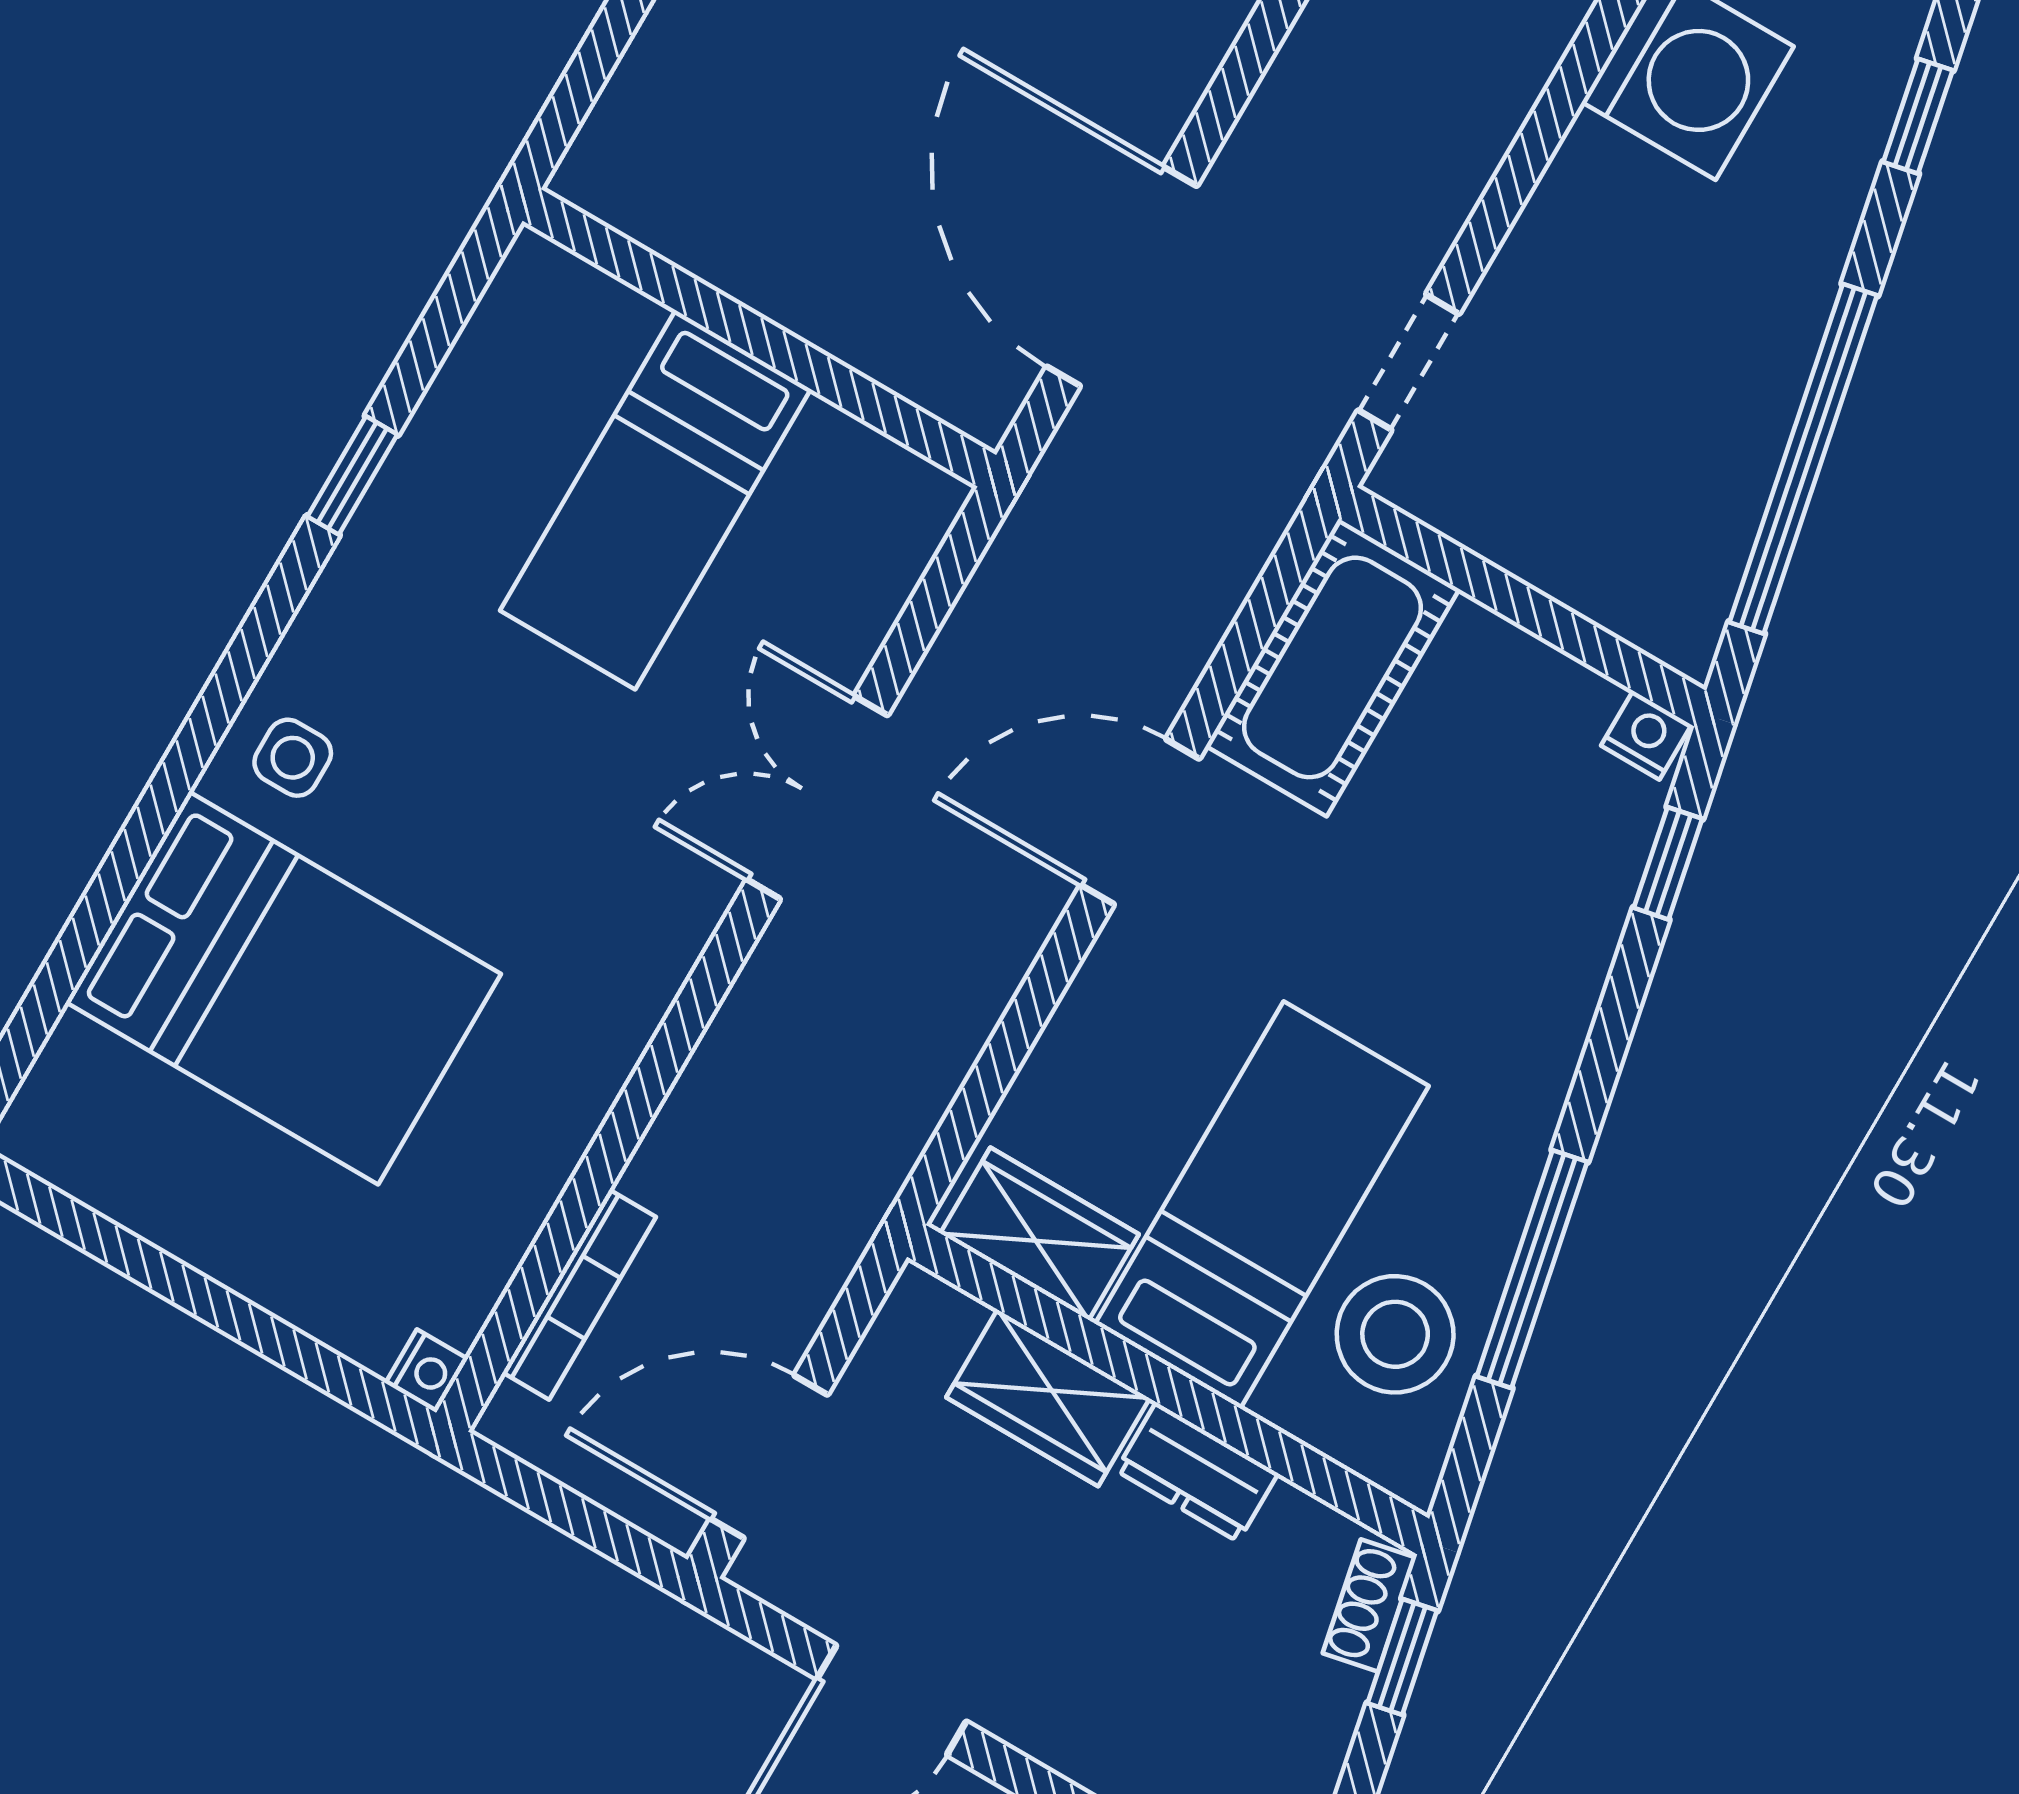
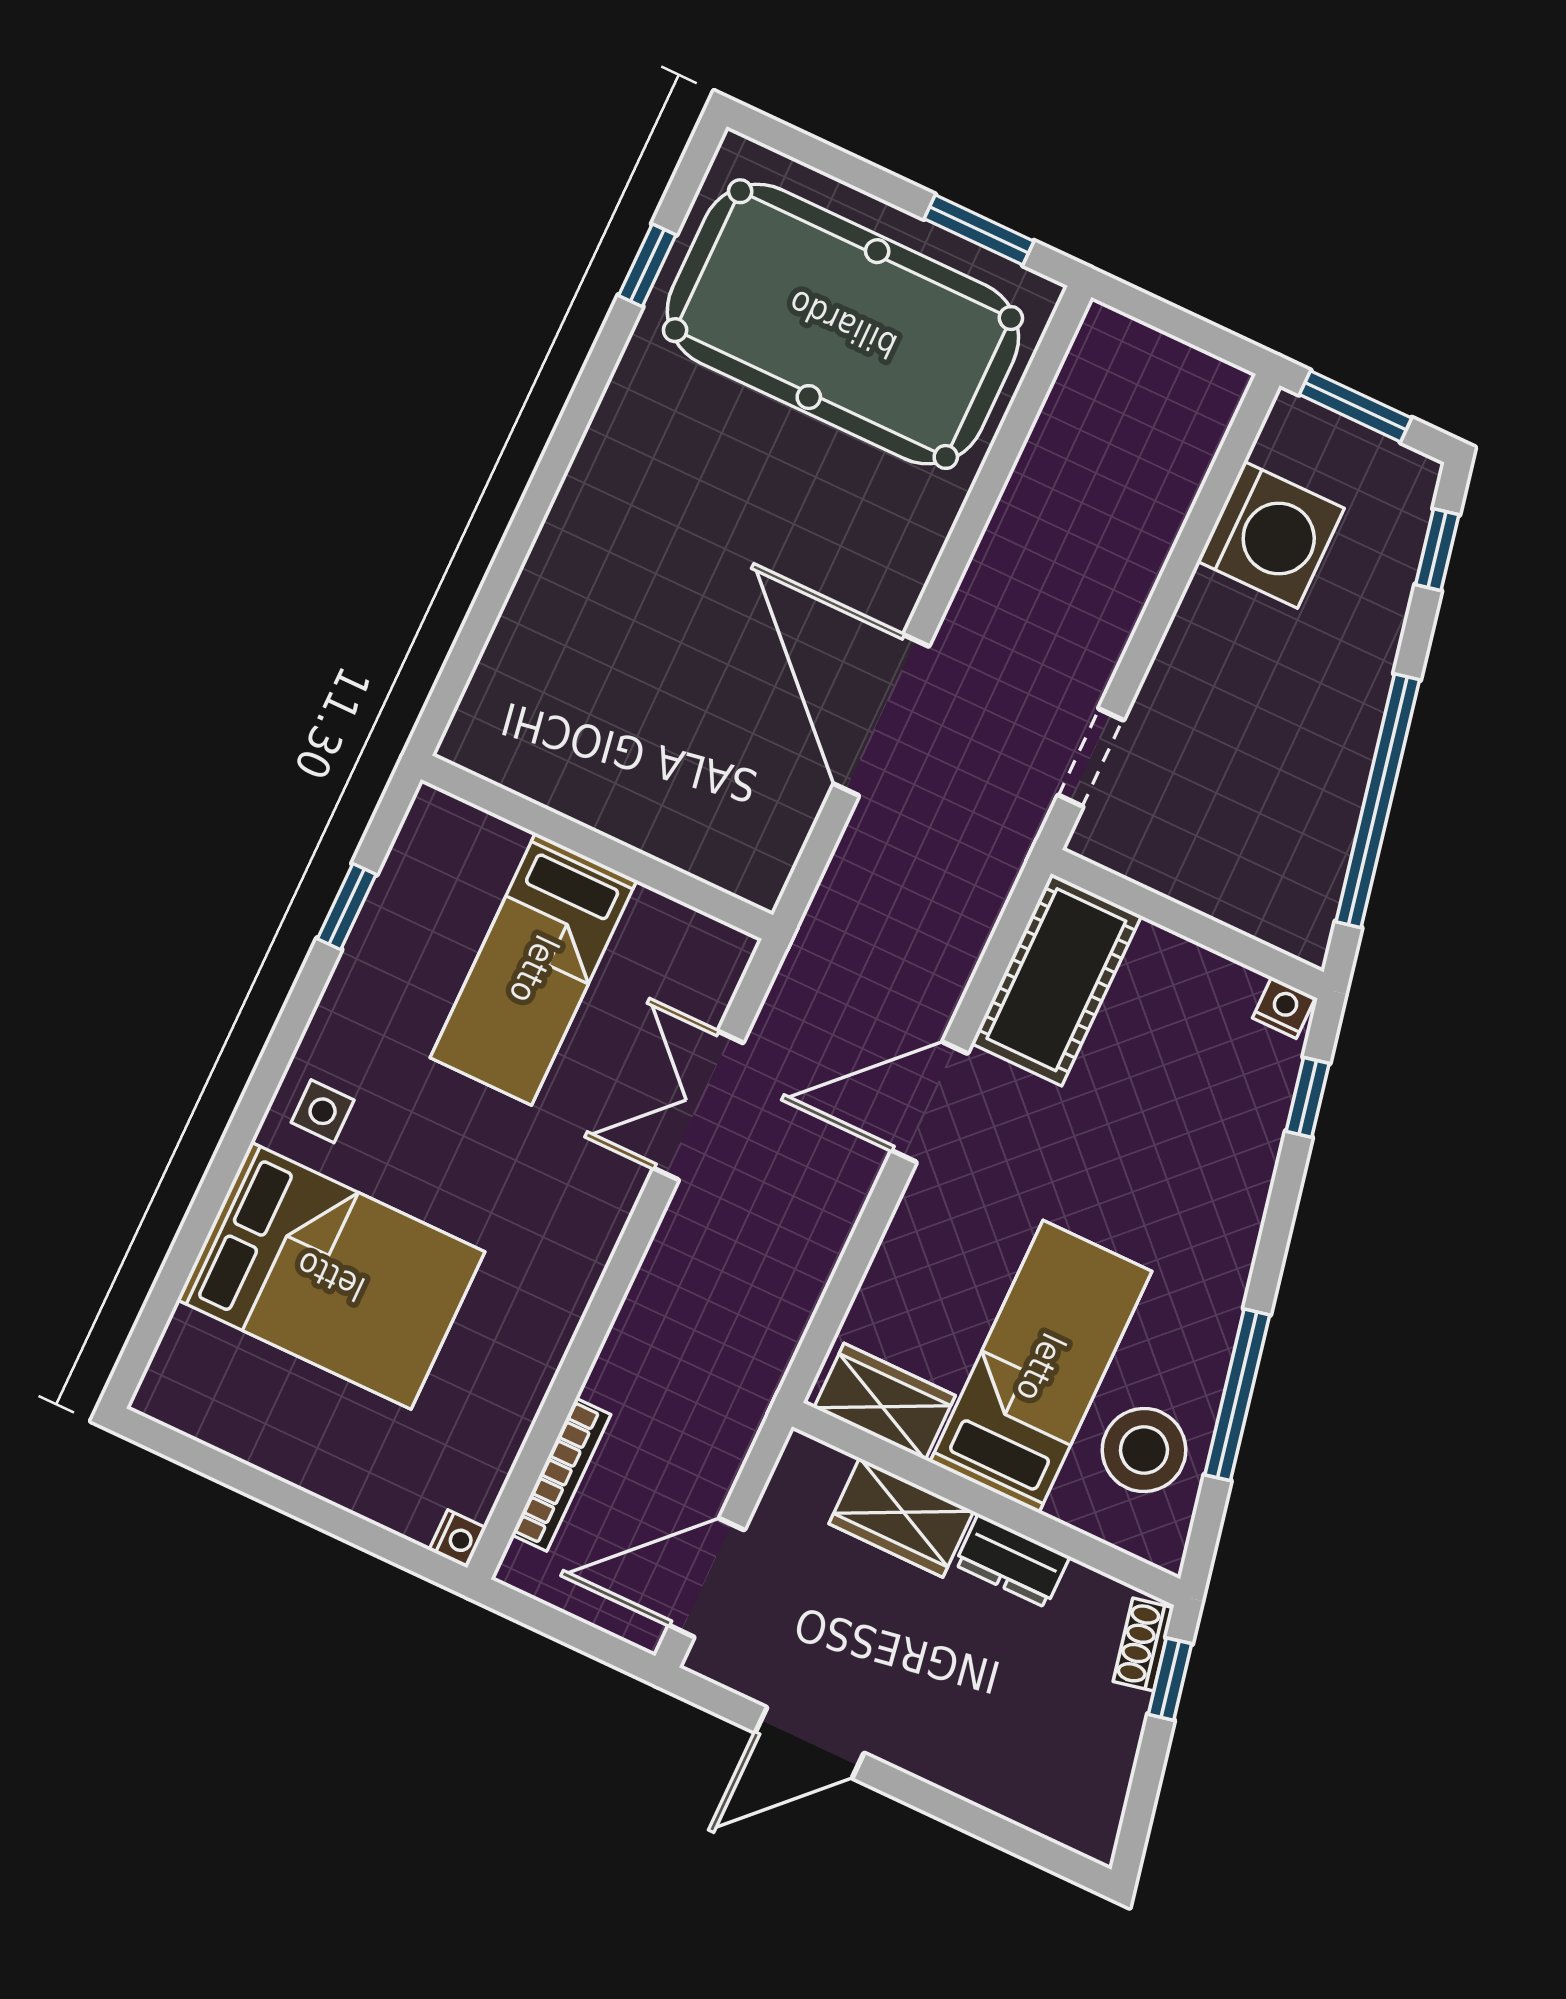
wall: (759, 338) -> (597, 847), moved
bed: (655, 500) -> (534, 969), moved

